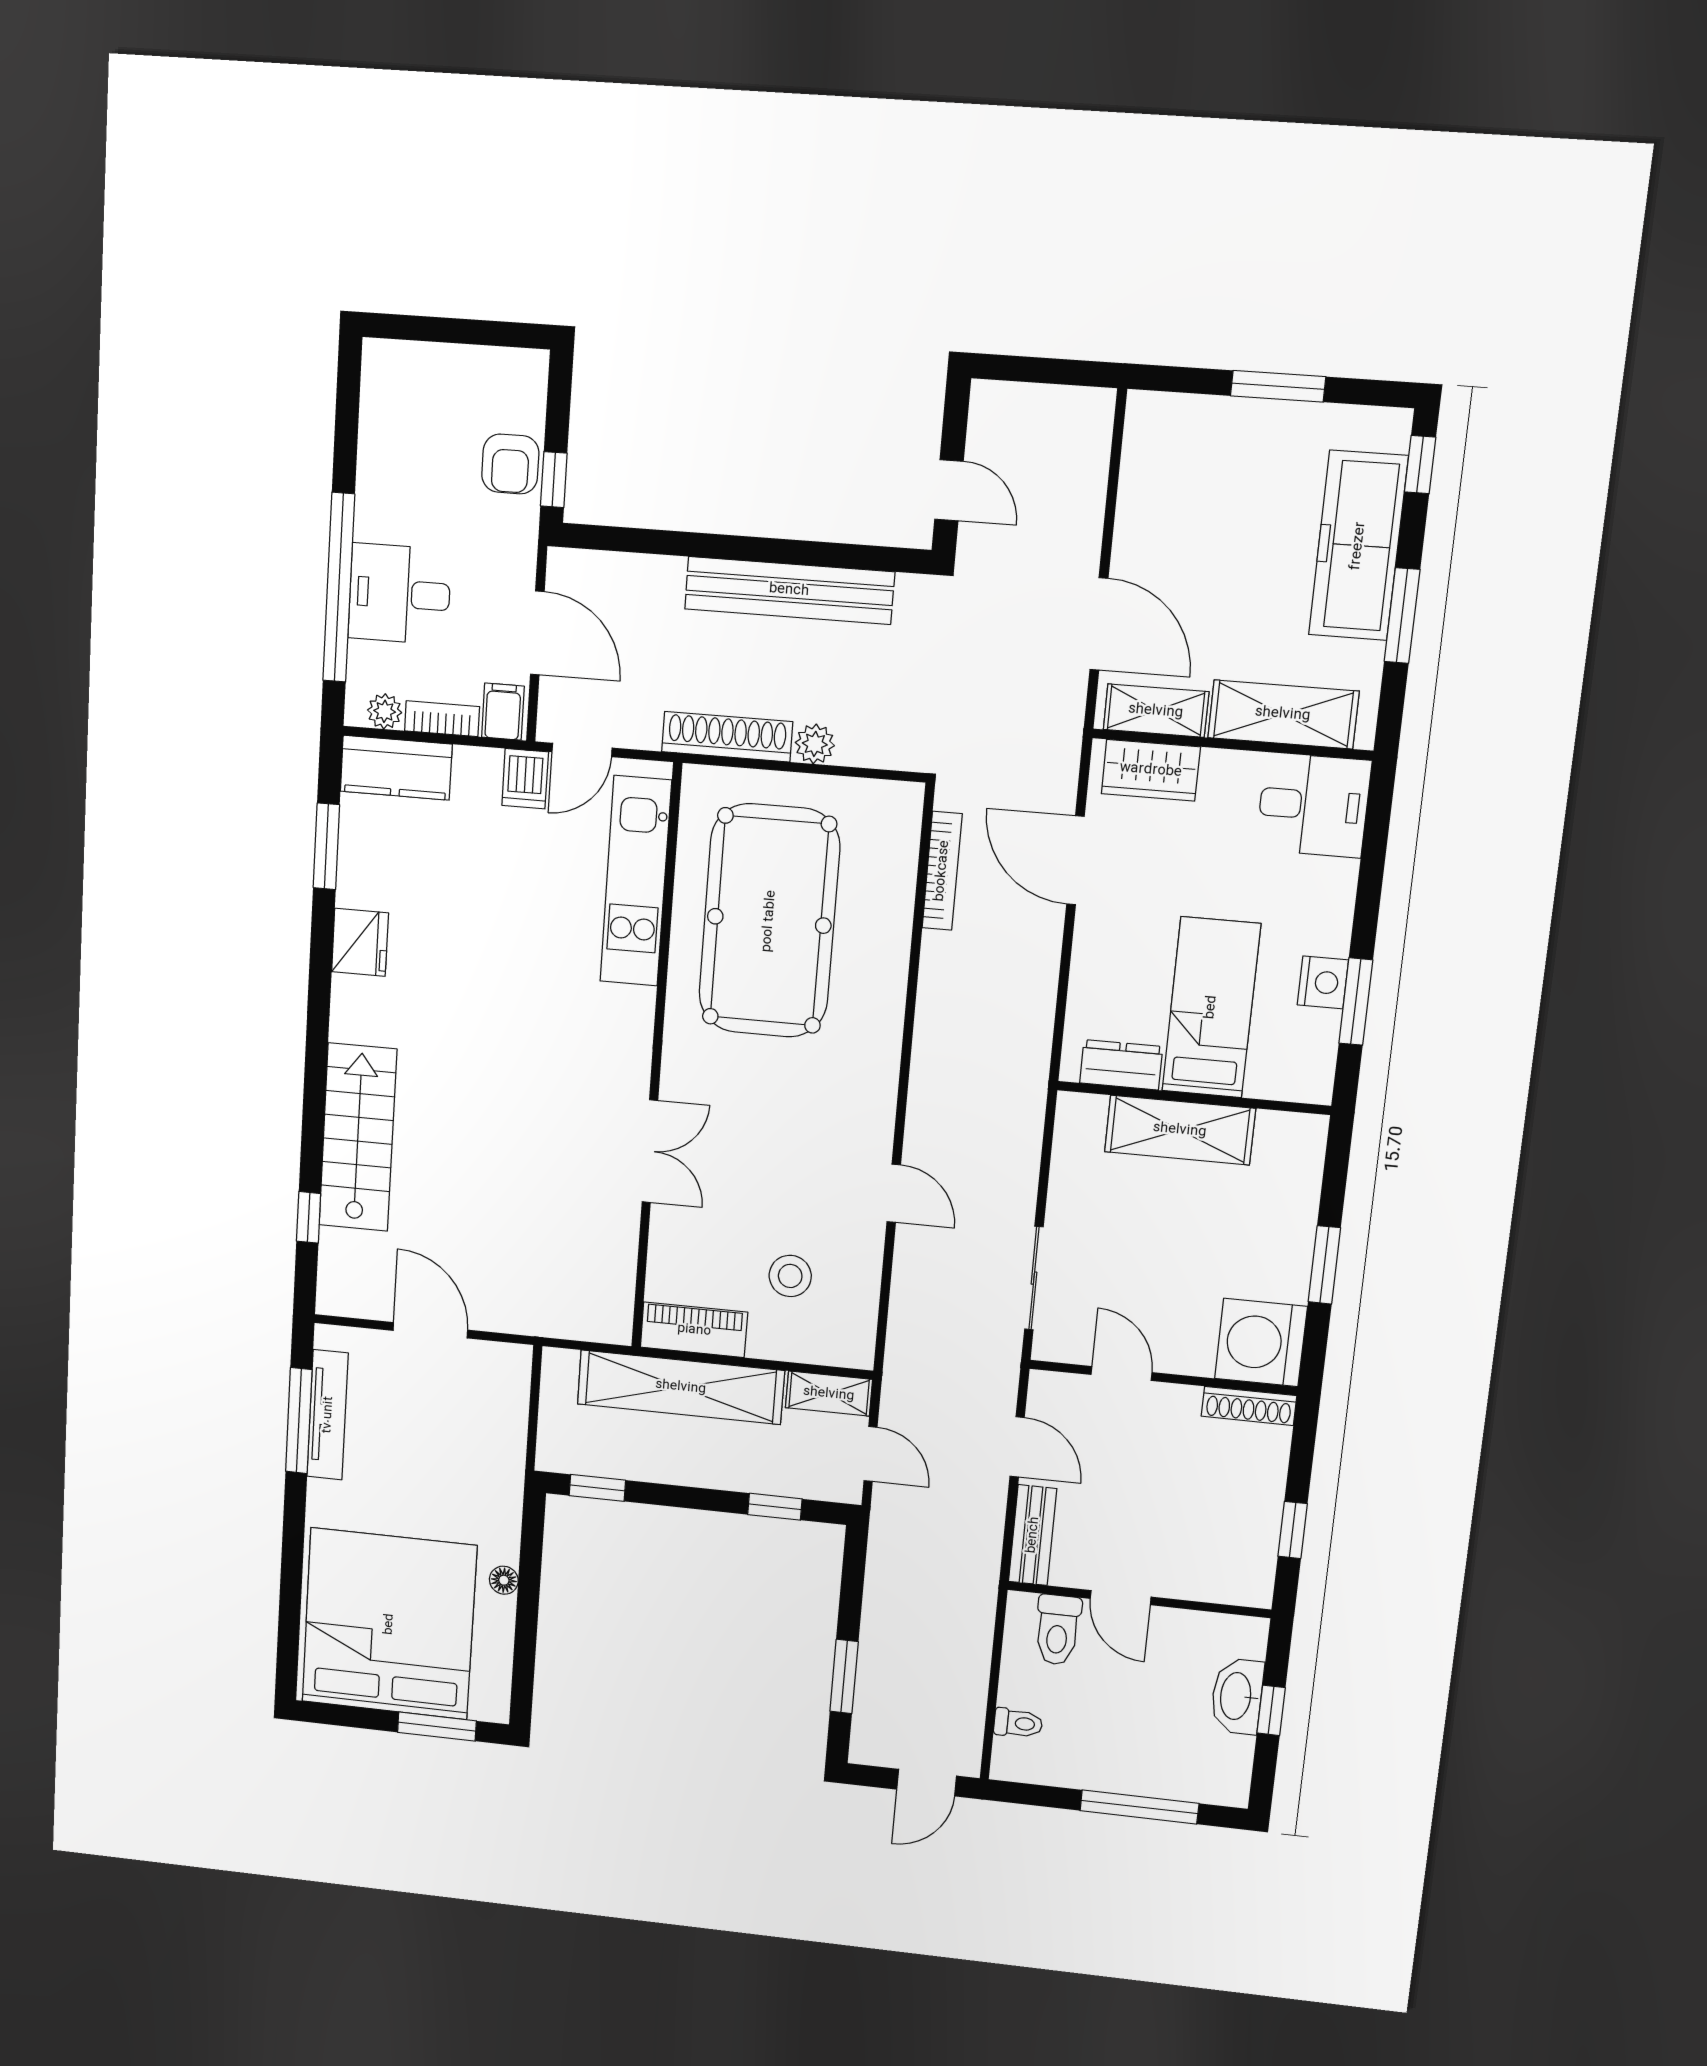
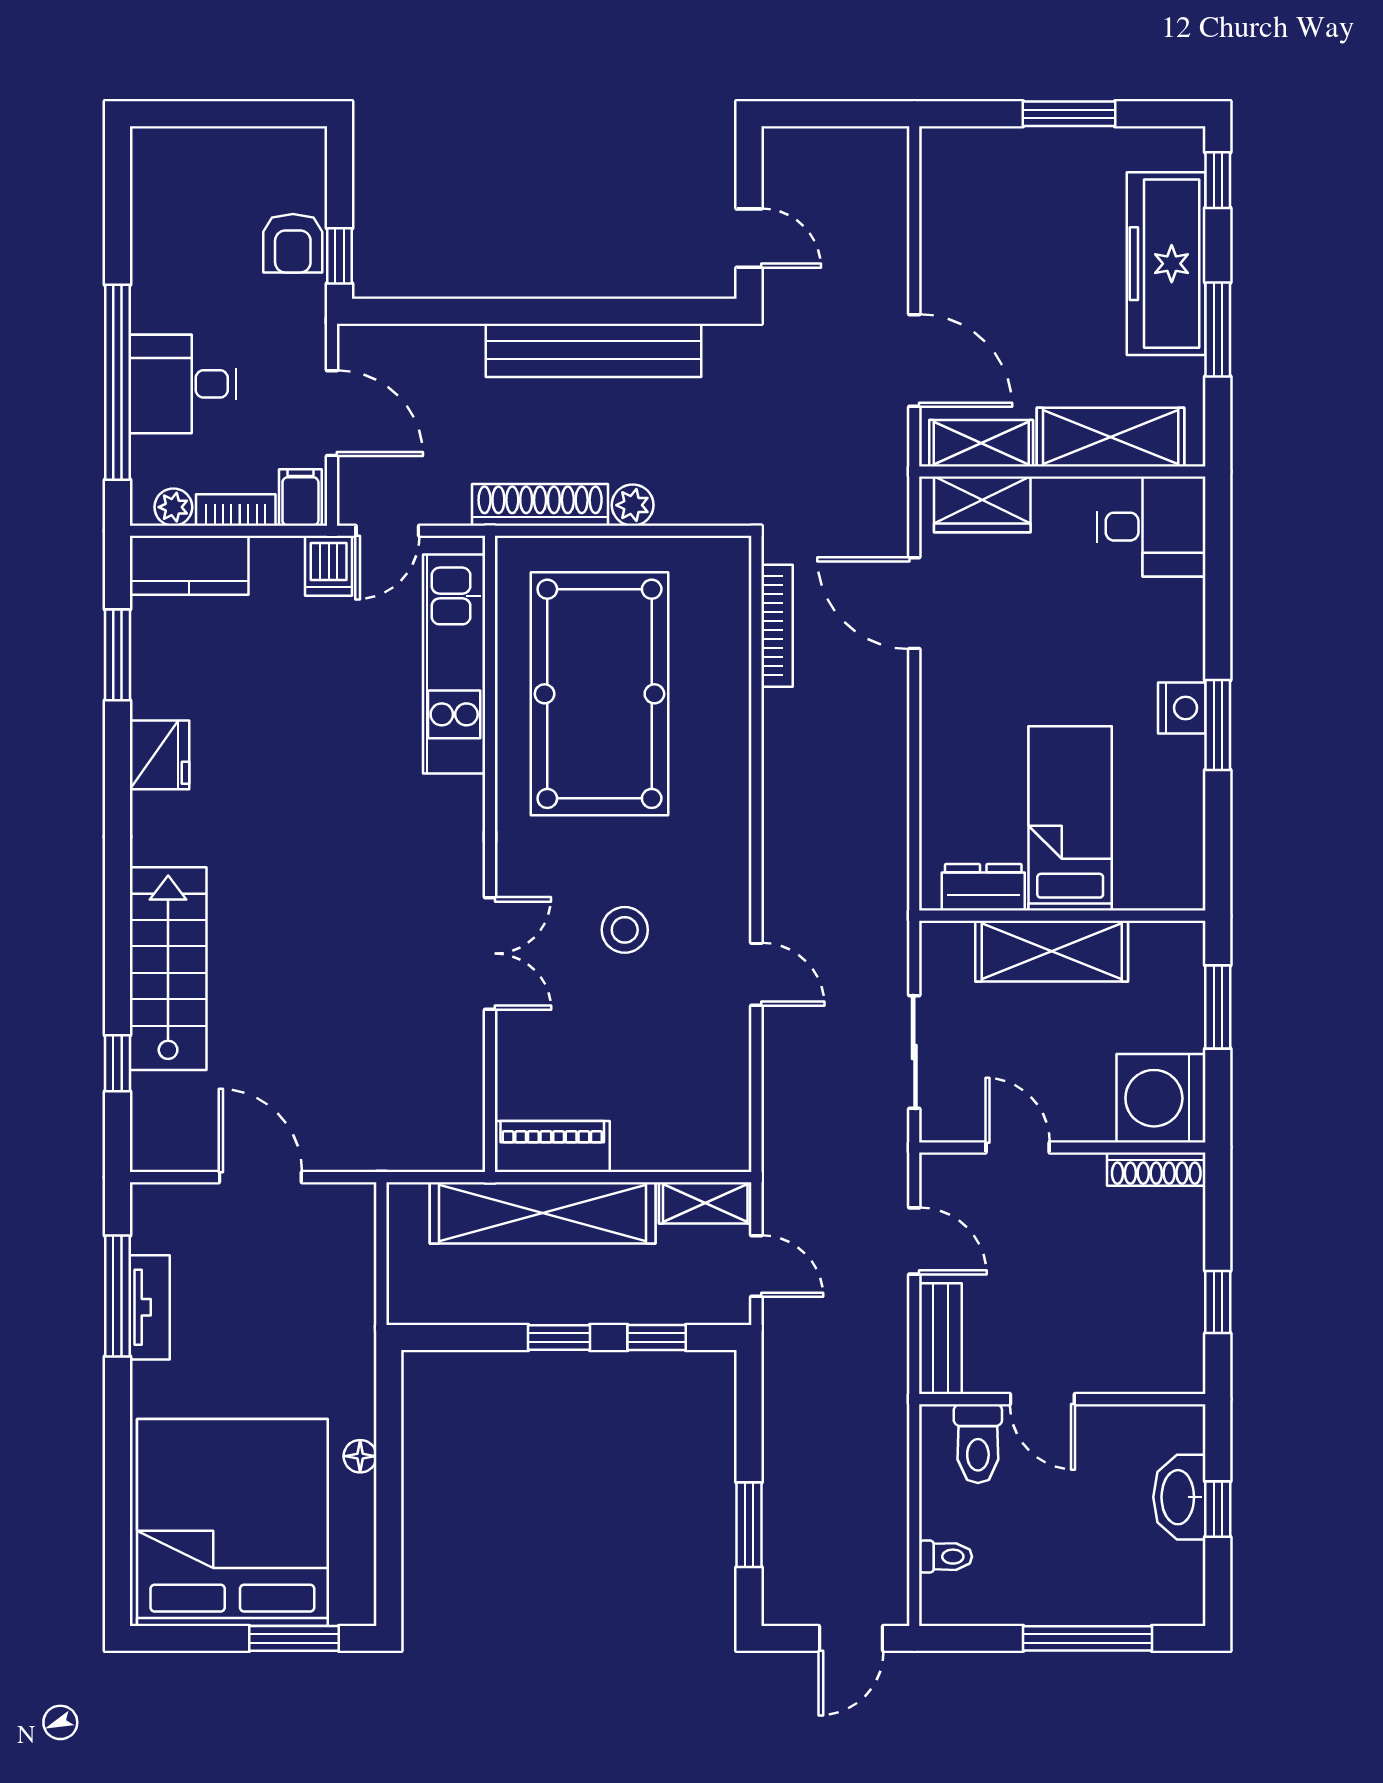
bed: (1211, 1007) -> (1070, 818), moved
dresser: (1121, 1065) -> (983, 887), moved
wall: (1194, 1098) -> (1062, 916), moved
shelving: (1180, 1130) -> (1052, 951), moved
stool: (790, 1276) -> (625, 930), moved
tv unit: (328, 1415) -> (150, 1307), width x0.71
window: (597, 1488) -> (559, 1337), moved

